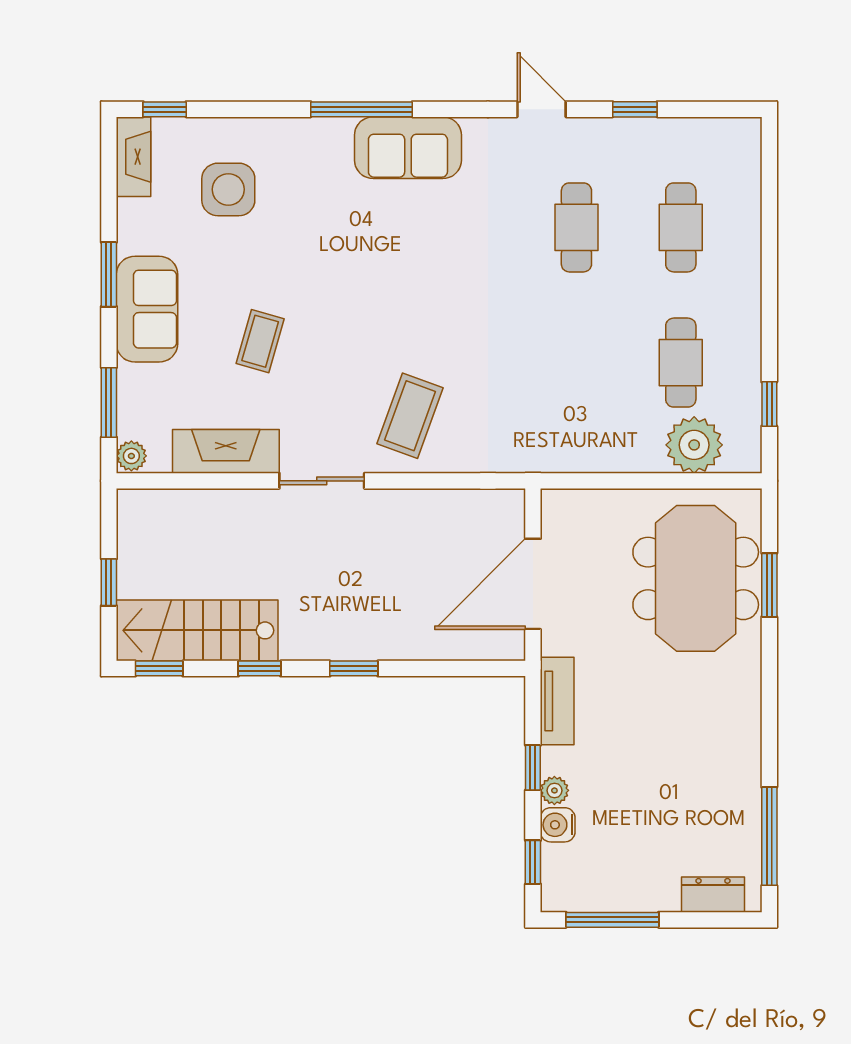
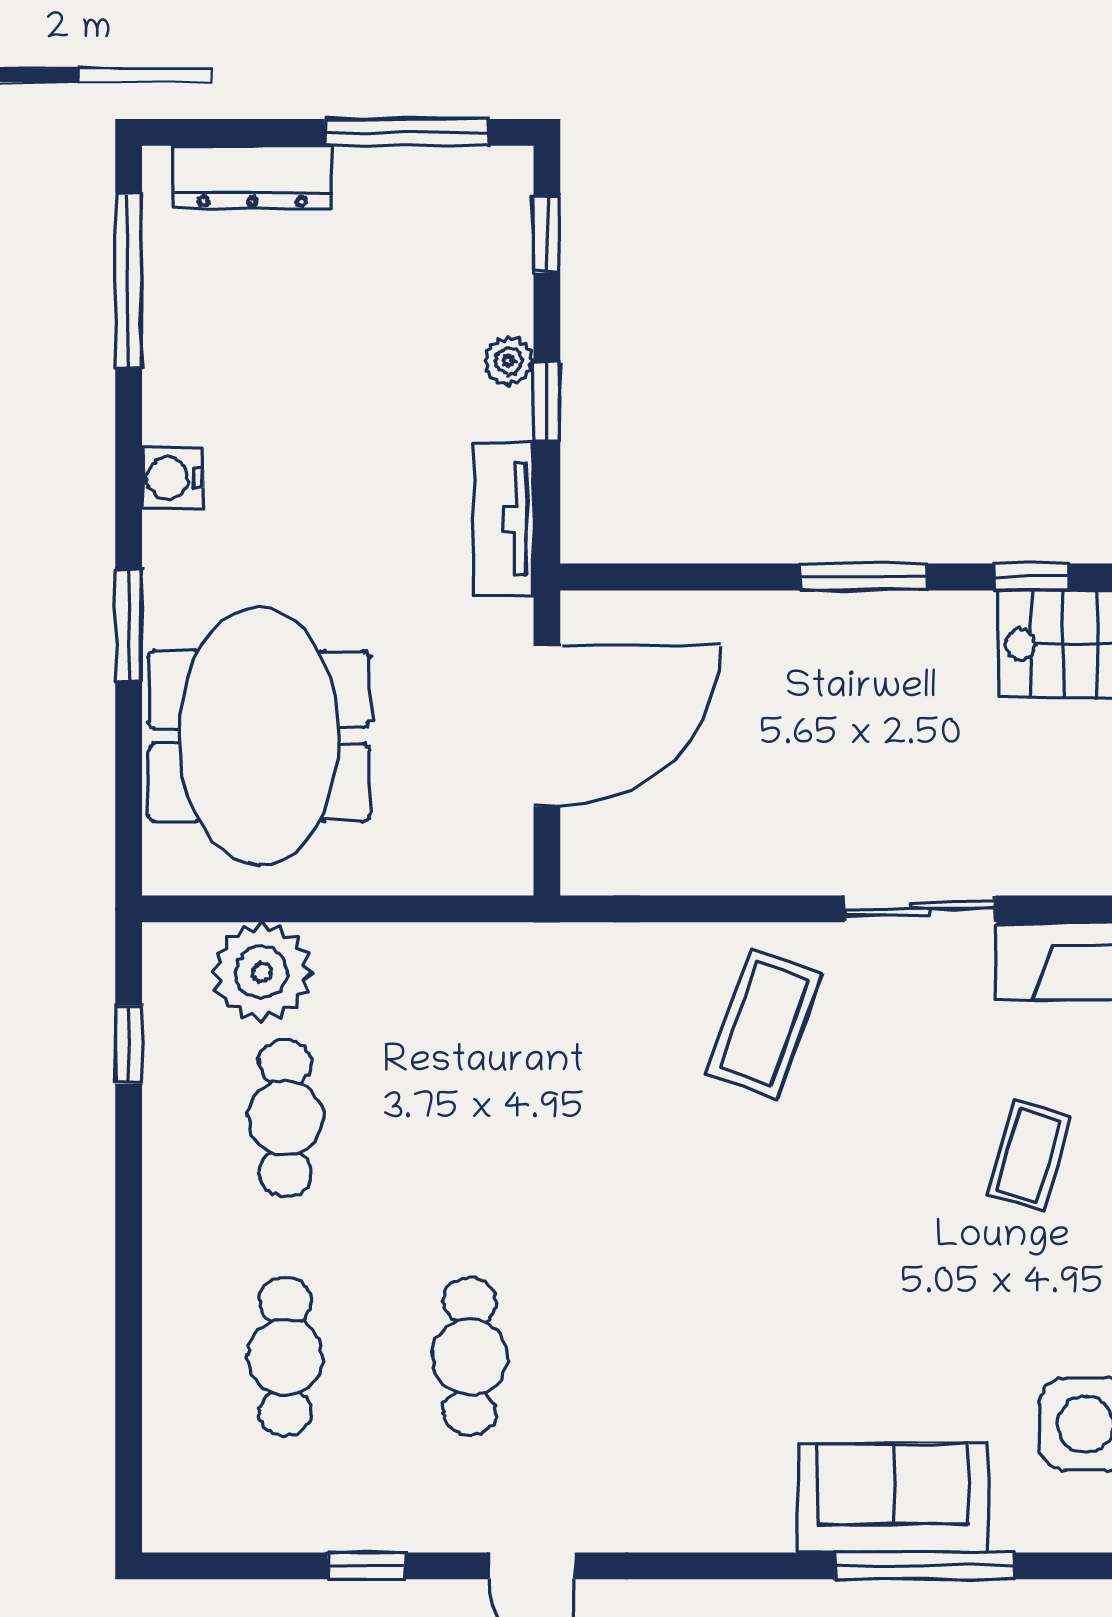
window: (362, 109) -> (924, 1566), moved
sofa: (408, 148) -> (893, 1498), moved
window: (769, 585) -> (129, 626), moved
window: (354, 668) -> (864, 577), width x1.50
water cooler: (558, 825) -> (172, 478), moved, turned 180
dresser: (713, 895) -> (253, 177), width x1.44

